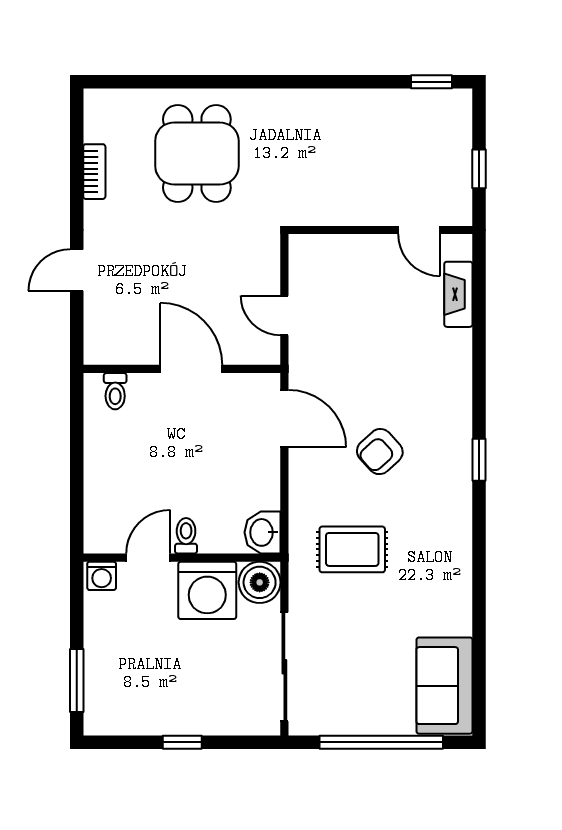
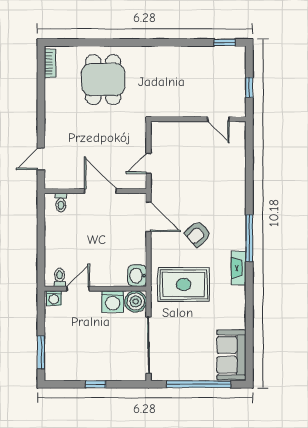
bookcase: (94, 172) -> (50, 63), moved
door: (77, 270) -> (41, 159), moved
fireplace: (458, 294) -> (239, 268), moved
door: (284, 315) -> (149, 163), hinge flipped
window: (479, 460) -> (249, 238), width x2.17
toilet: (186, 536) -> (60, 277), moved
rug: (352, 549) -> (184, 284), width x1.36, depth x1.43
washing machine: (207, 590) -> (113, 302), width x0.73, depth x0.73

